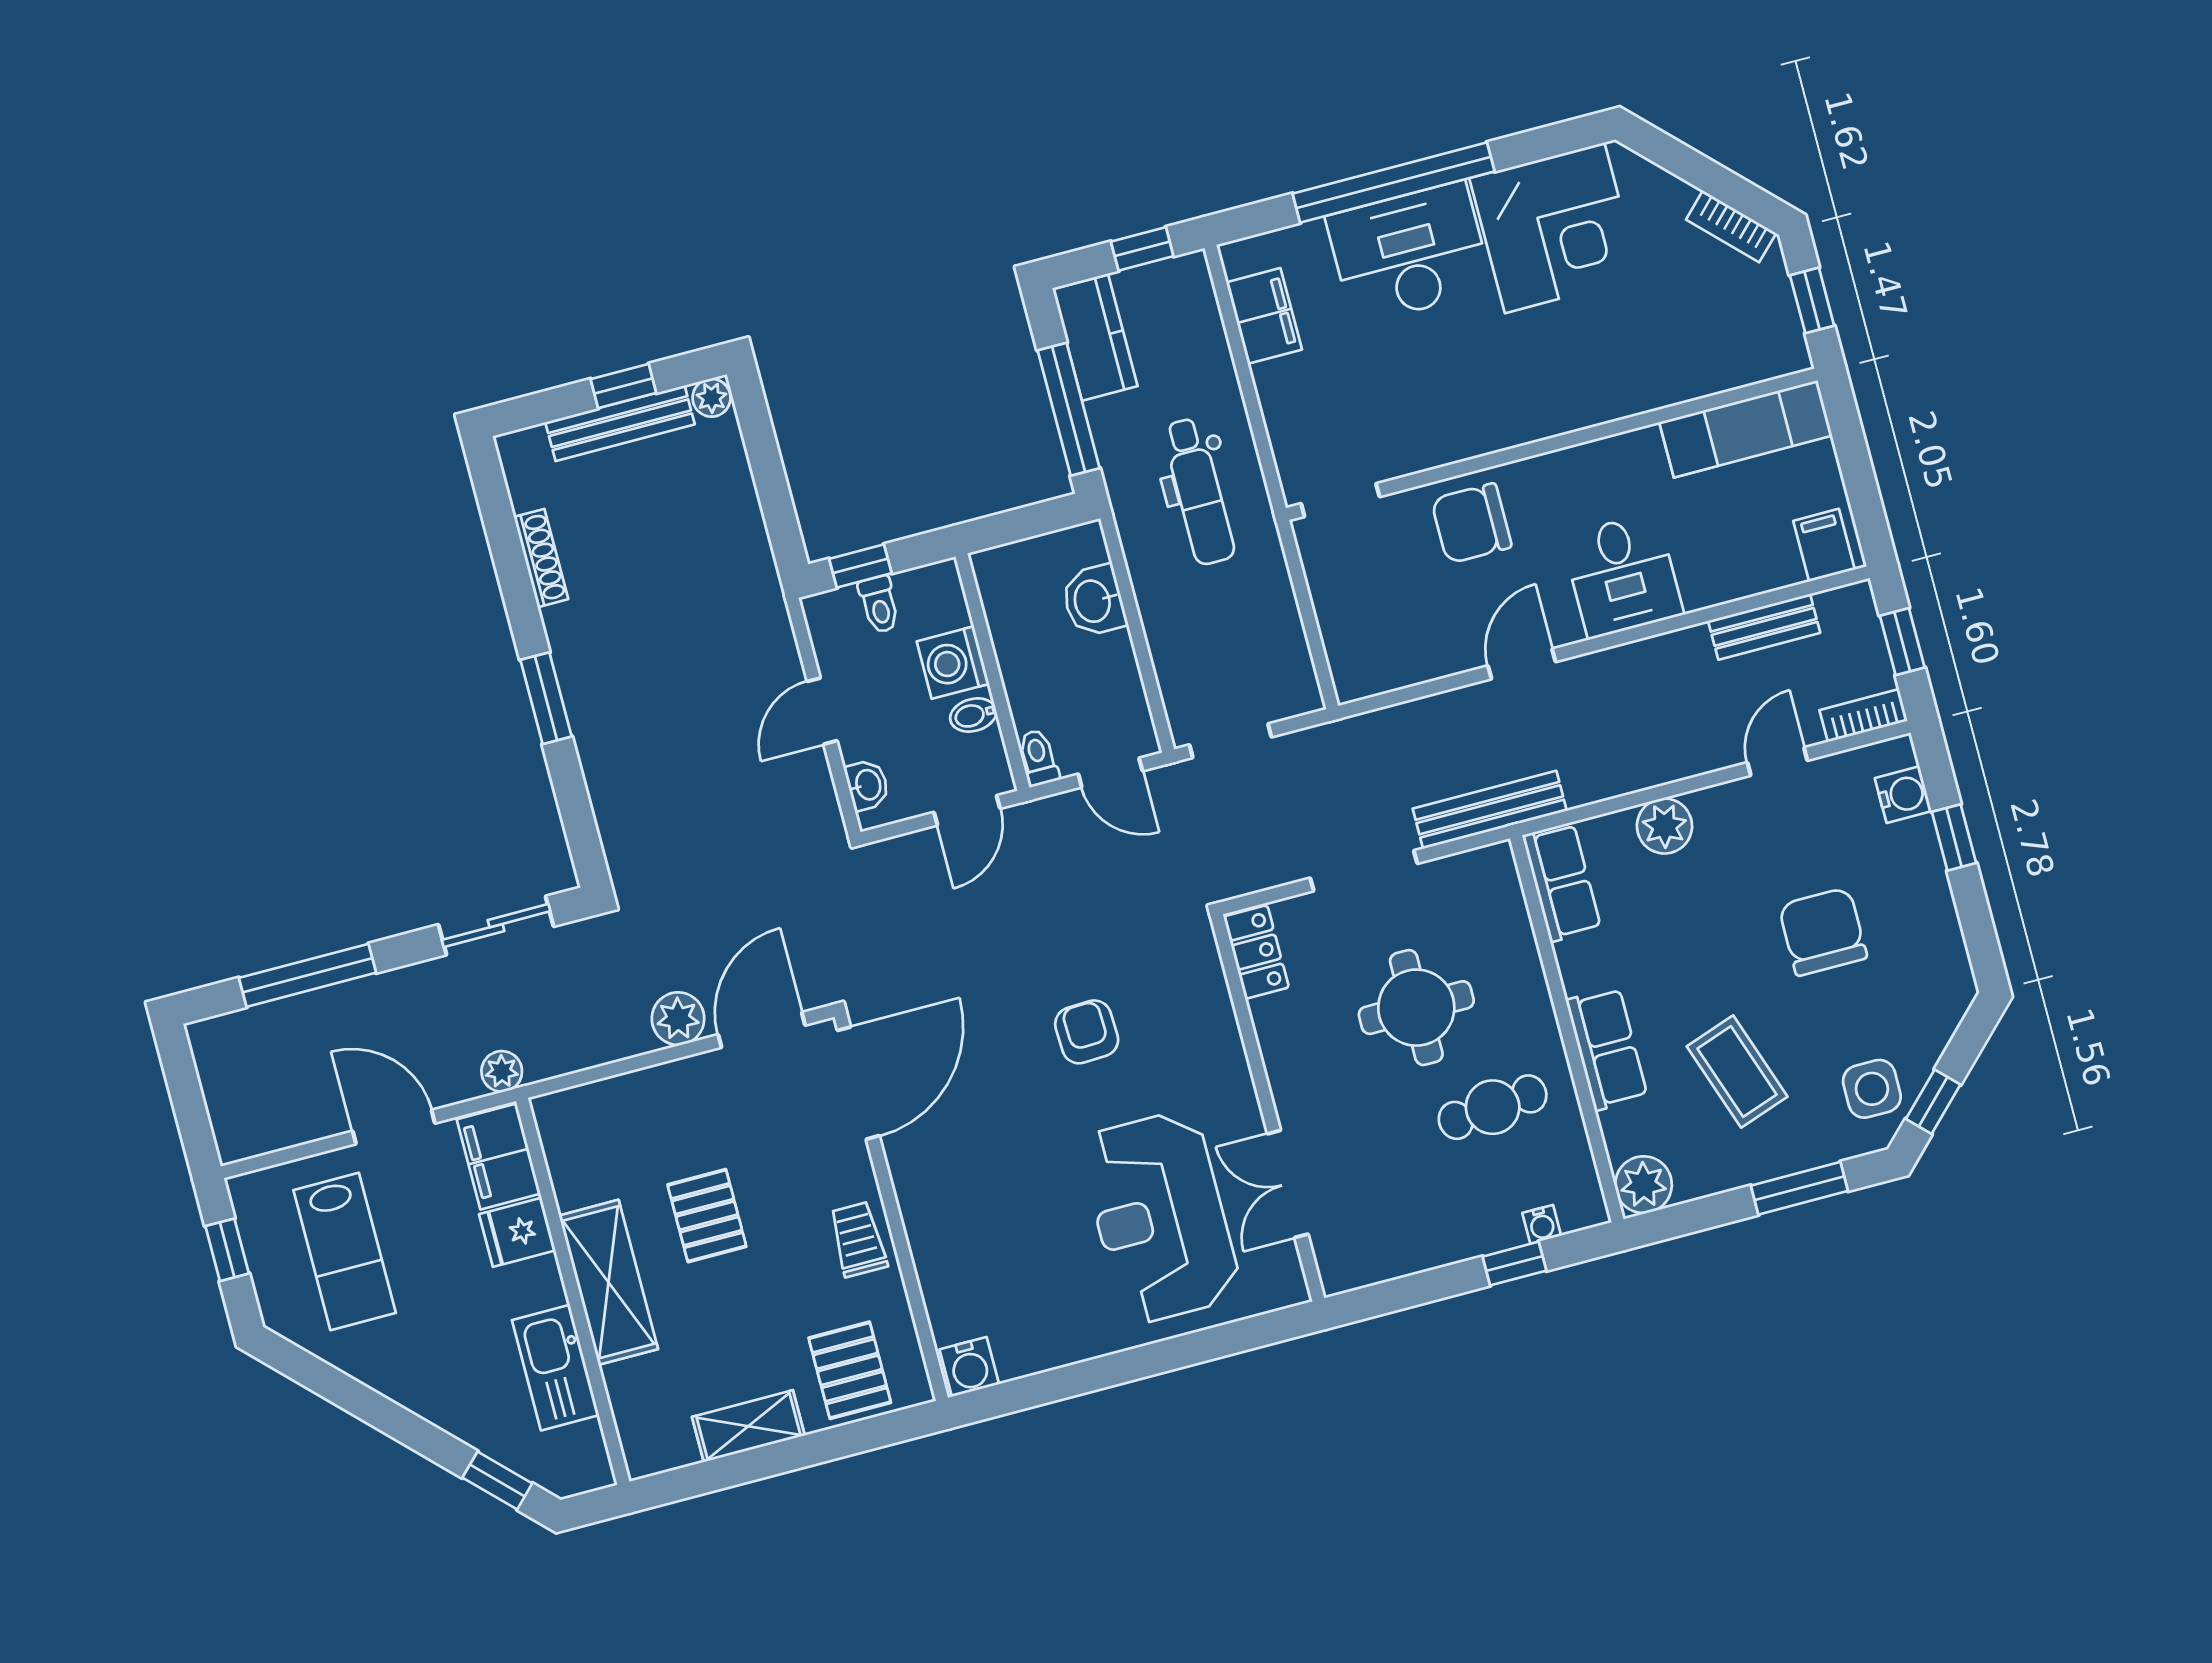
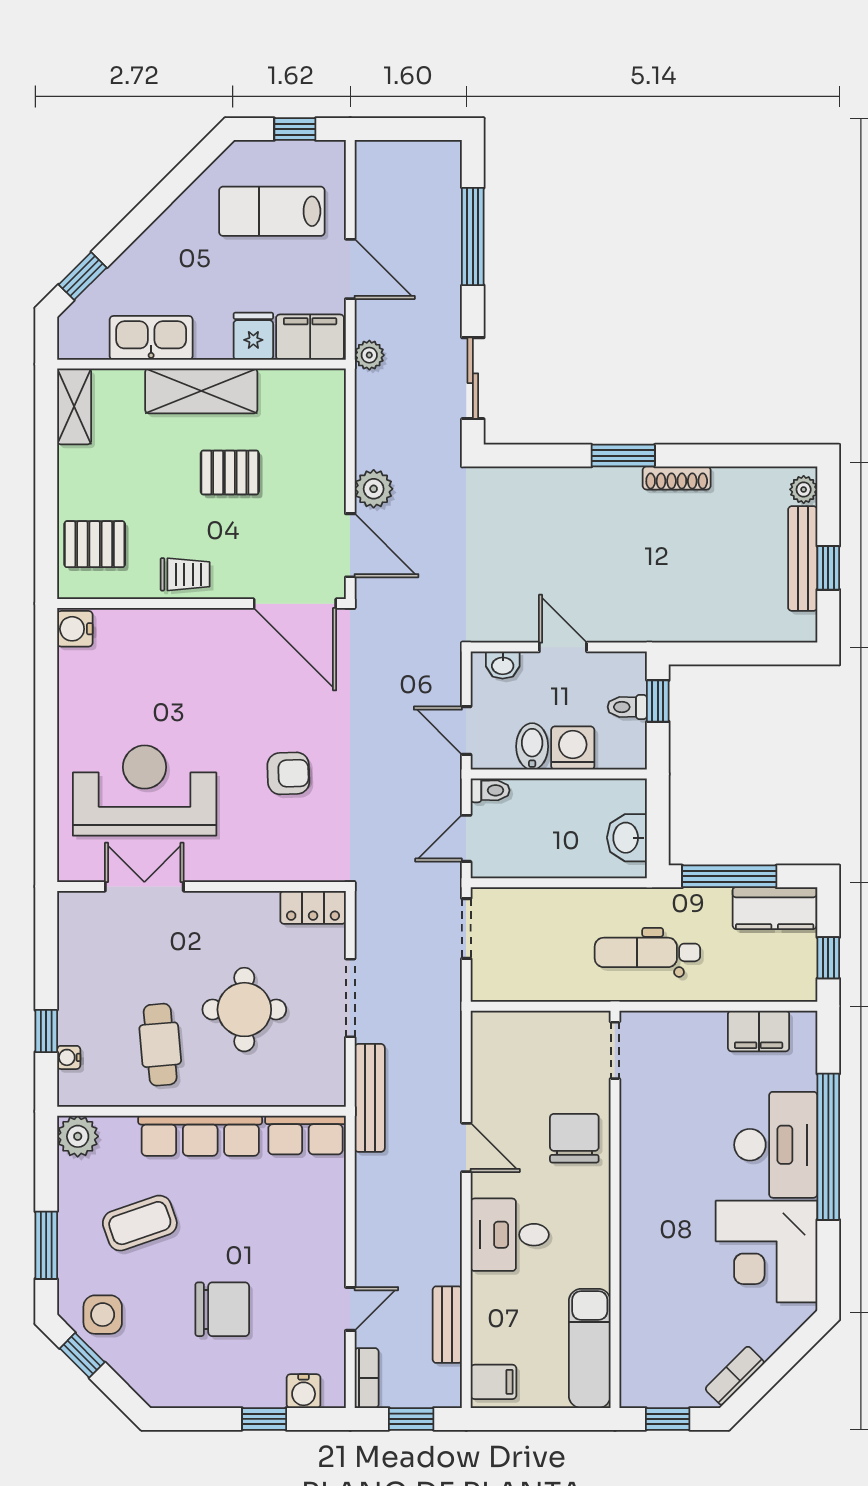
plant: (712, 398) -> (804, 489), moved
shoe rack: (541, 558) -> (677, 478), moved
washbasin: (1094, 601) -> (627, 838), moved, turned -90
bidet: (973, 715) -> (532, 746), width x1.38, depth x1.36
door: (1777, 761) -> (350, 1309), hinge flipped
plant: (1665, 826) -> (326, 1218), removed
row of seats: (1607, 1049) -> (200, 1136), width x1.48
door: (394, 1127) -> (350, 269), hinge flipped
shelving: (748, 1426) -> (74, 406), moved

